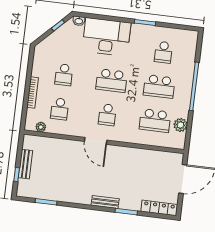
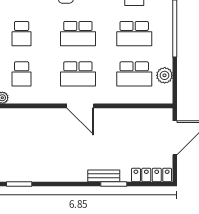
school desk: (107, 115) -> (78, 74), width x1.85
door: (96, 141) -> (80, 106), moved
bench: (105, 202) -> (104, 176), moved

